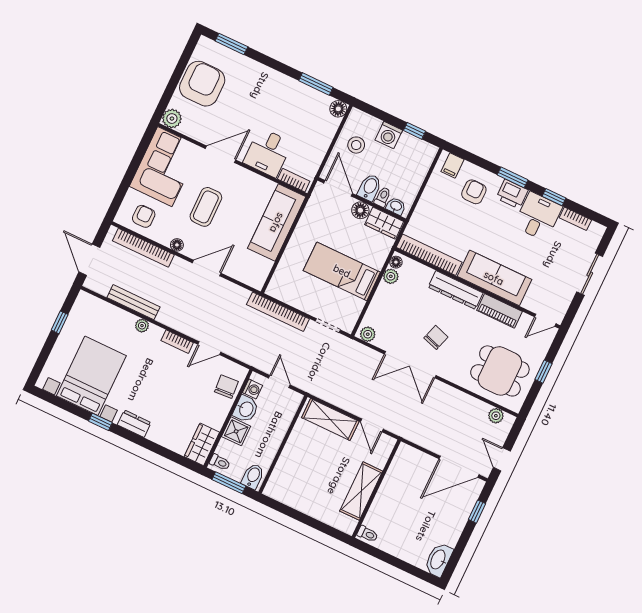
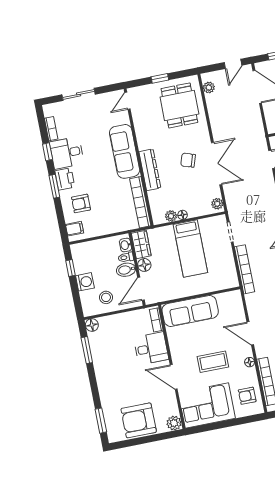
floor lamp: (396, 262) -> (183, 215), moved
piano: (499, 311) -> (143, 133), removed
door: (545, 320) -> (127, 101), swing flipped

